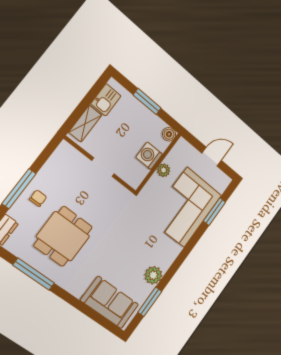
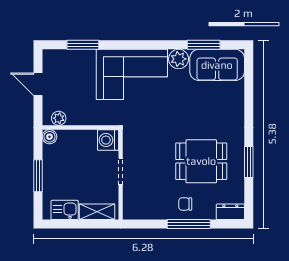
washing machine: (149, 156) -> (108, 140), moved, turned 90
plant: (164, 170) -> (59, 118), moved
corner sofa: (186, 207) -> (132, 74), moved
window: (34, 274) -> (249, 162), width x0.69
sofa: (110, 302) -> (217, 65), moved, turned -90

